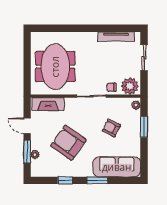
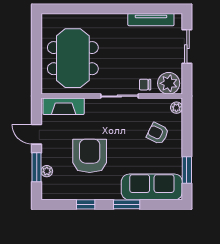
window: (144, 127) -> (187, 170), moved
armchair: (111, 128) -> (158, 133), moved
armchair: (68, 143) -> (90, 156), turned 55

